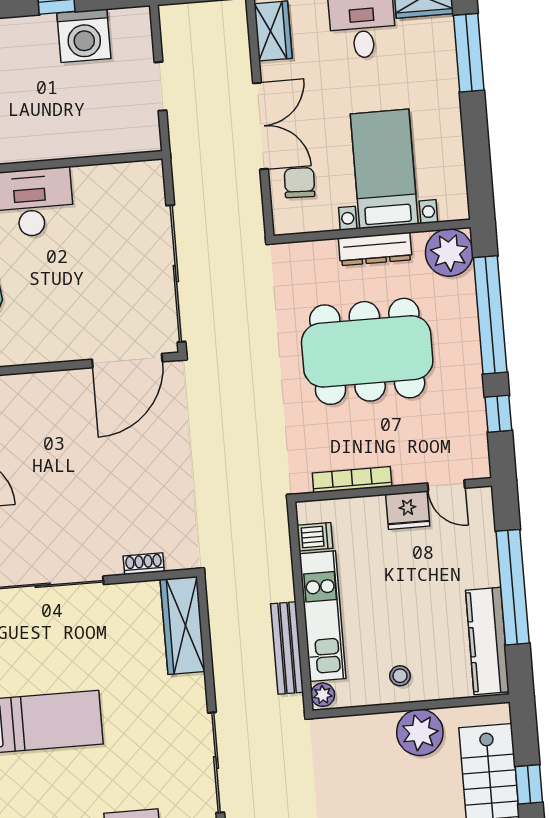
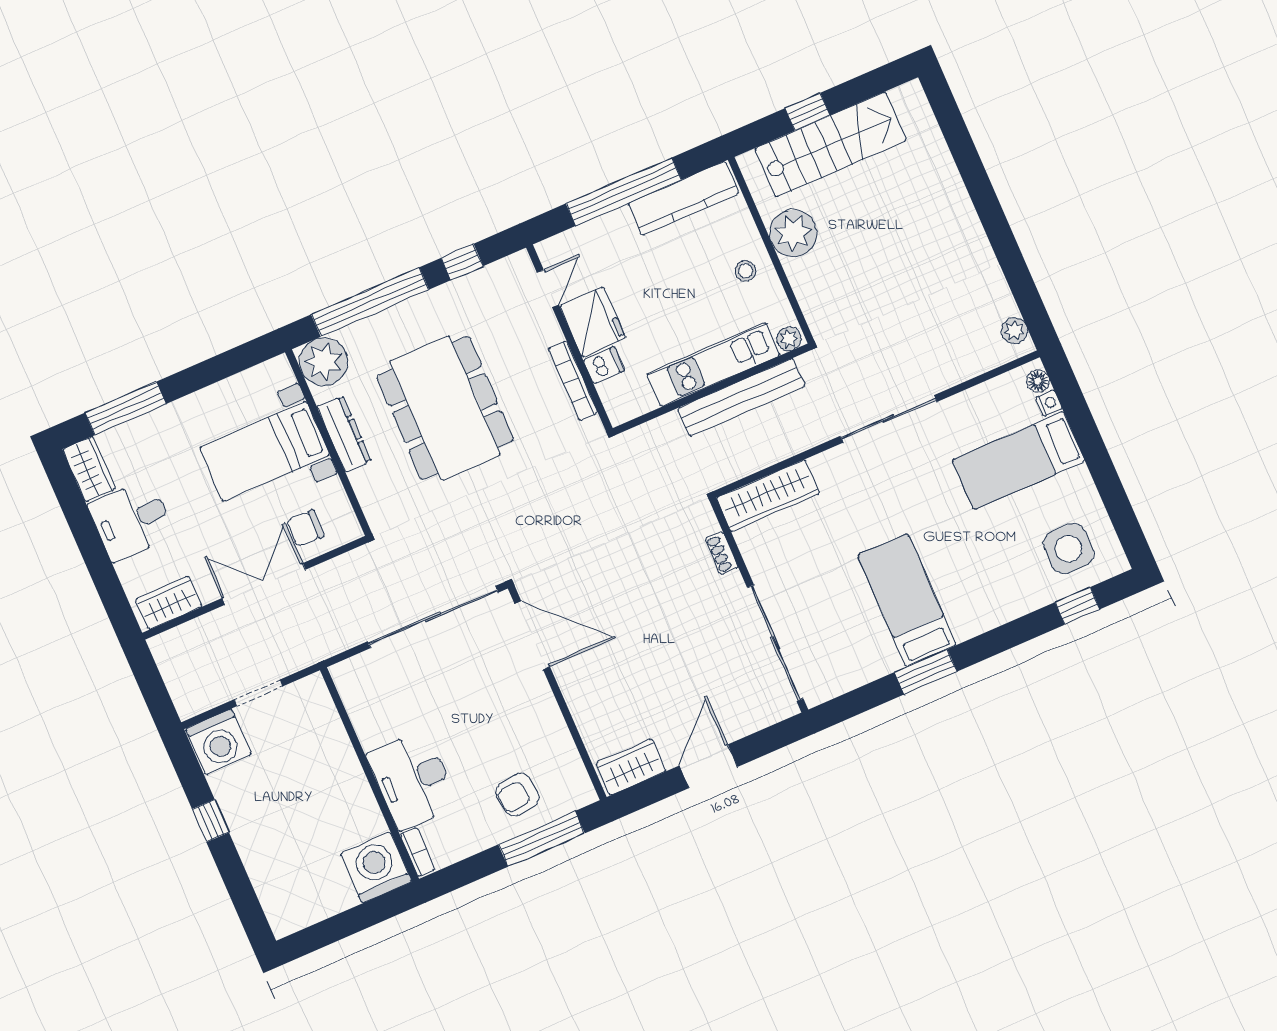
washing machine: (84, 36) -> (218, 742), moved, turned 90
fridge: (408, 510) -> (593, 322), width x1.36, depth x1.34
dishwasher: (315, 537) -> (604, 365), moved, turned 90
bench: (287, 648) -> (741, 397), width x1.37, depth x1.21

